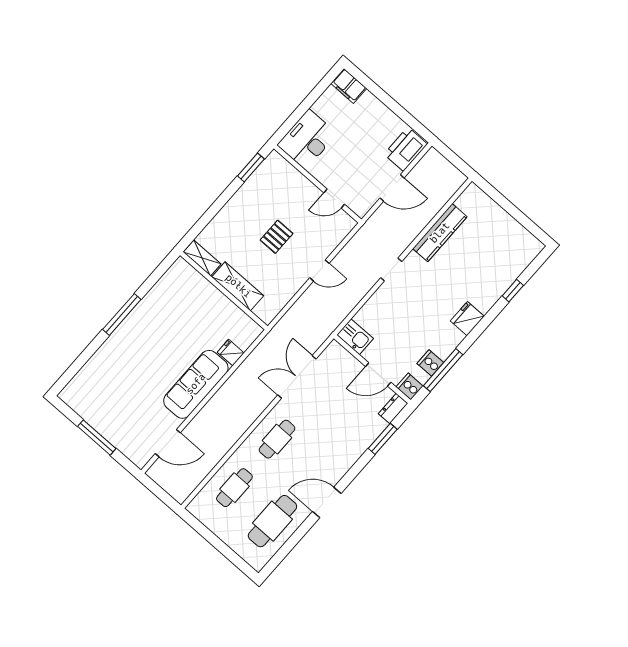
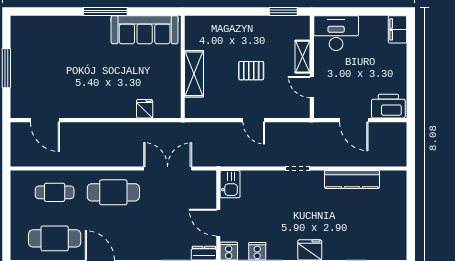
shelving: (202, 258) -> (302, 57), moved
sofa: (196, 384) -> (145, 30), moved, turned 180
cafe table: (277, 439) -> (113, 192), width x1.37, depth x1.35

